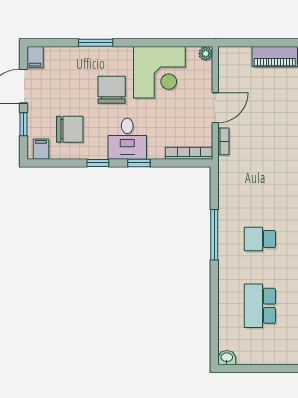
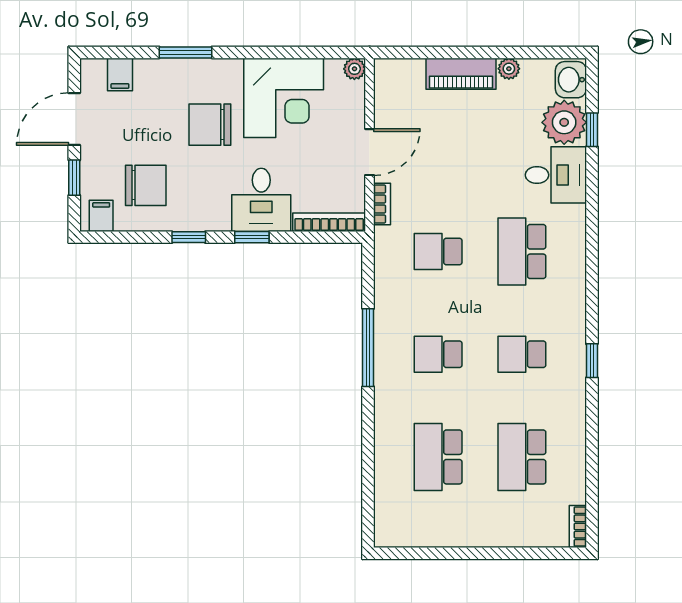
filing cabinet: (35, 57) -> (120, 74), moved
chair: (112, 90) -> (210, 125), turned -90
desk: (127, 139) -> (261, 200), moved
school desk: (260, 172) -> (438, 252), added
washbasin: (227, 358) -> (387, 537), removed

